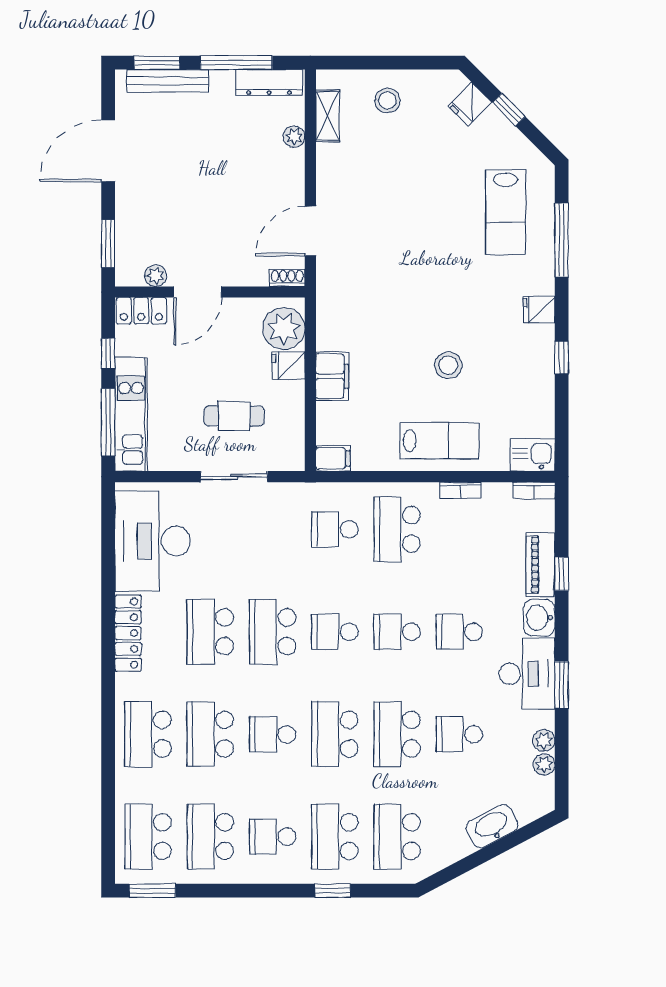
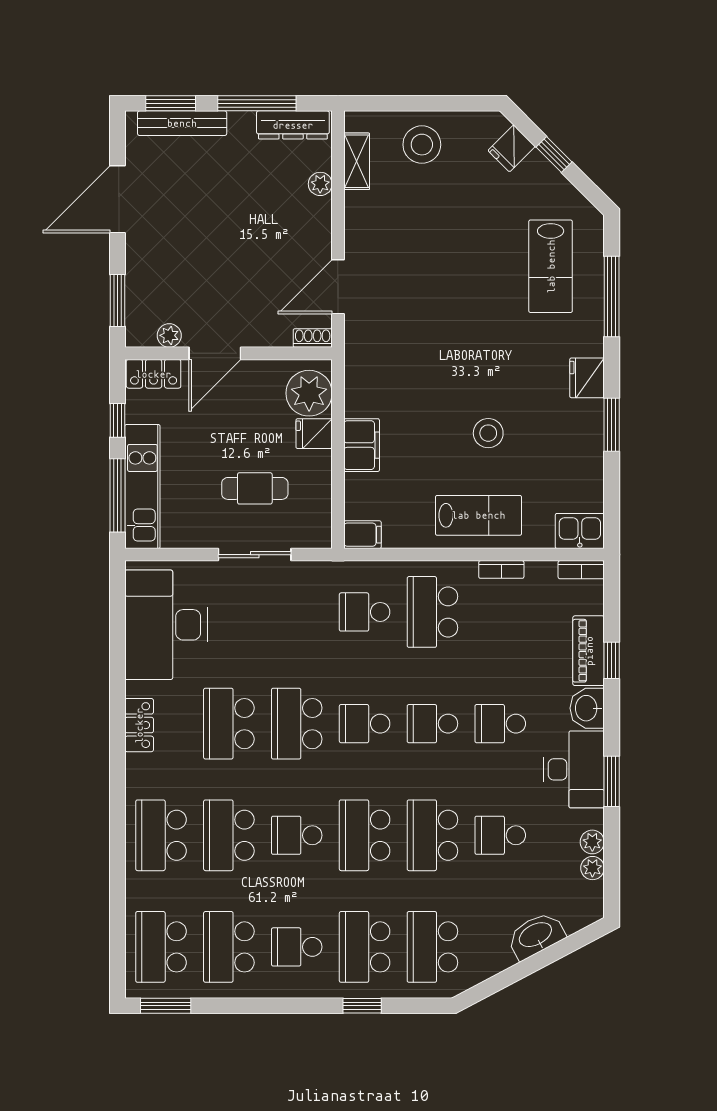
stool: (387, 100) -> (422, 145), width x1.38, depth x1.38
fridge: (539, 309) -> (587, 378), width x1.38
window: (562, 357) -> (612, 425), width x1.50
locker: (128, 633) -> (139, 725), width x0.66

